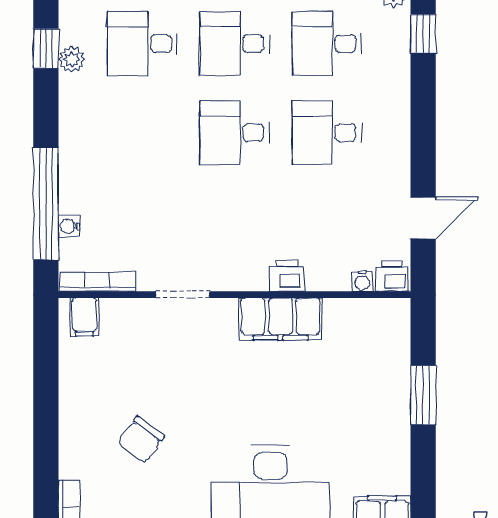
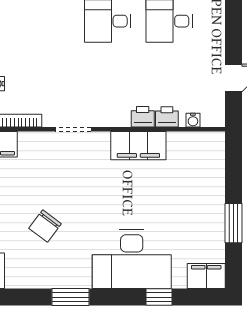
printer: (392, 276) -> (167, 117), moved
window: (423, 395) -> (234, 223), moved

